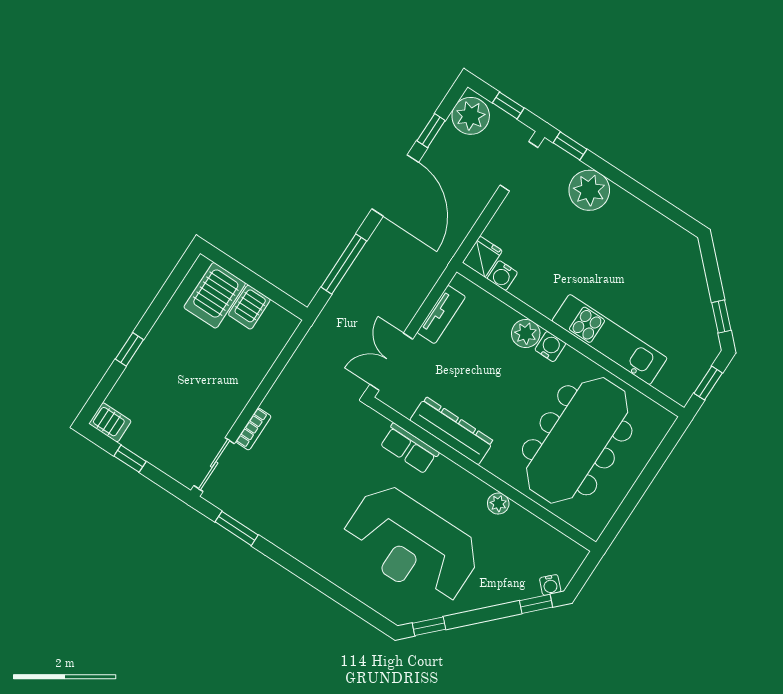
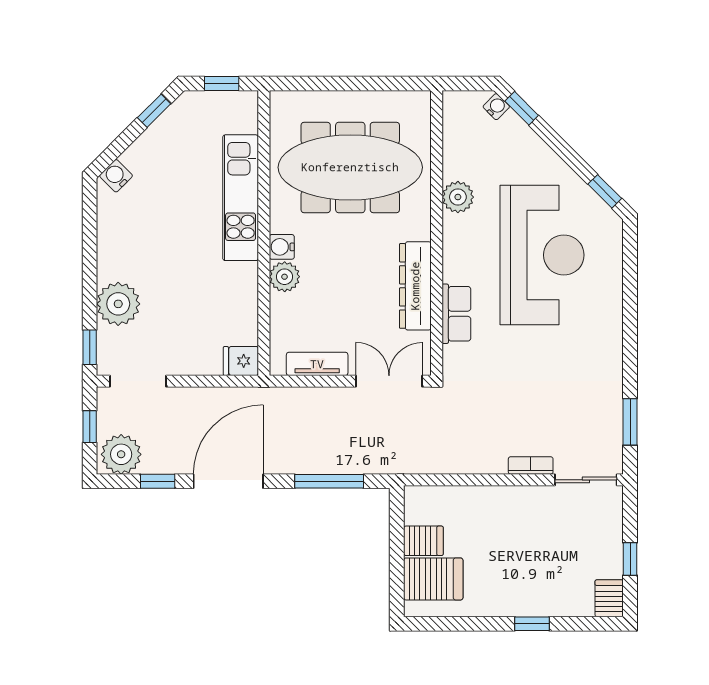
water cooler: (502, 276) -> (116, 176), moved, turned -135
double door: (391, 362) -> (389, 381), swing flipped
plant: (498, 504) -> (458, 197), width x1.38, depth x1.38

